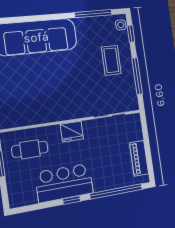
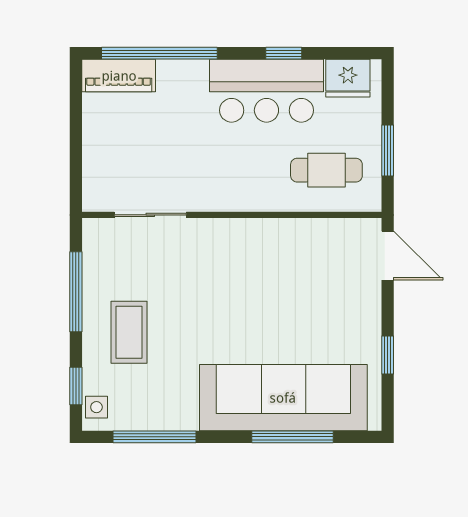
window: (29, 19) -> (292, 437), added
fridge: (72, 132) -> (348, 78), moved, turned 180
piano: (139, 158) -> (119, 76), moved, turned 90
window: (72, 200) -> (284, 53), moved

